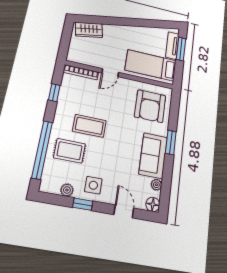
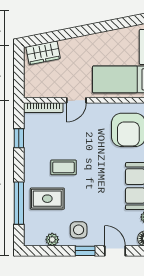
coffee table: (89, 126) -> (63, 167), width x0.73, depth x0.77
window: (42, 150) -> (19, 203), width x0.68
window: (83, 204) -> (85, 251), moved

